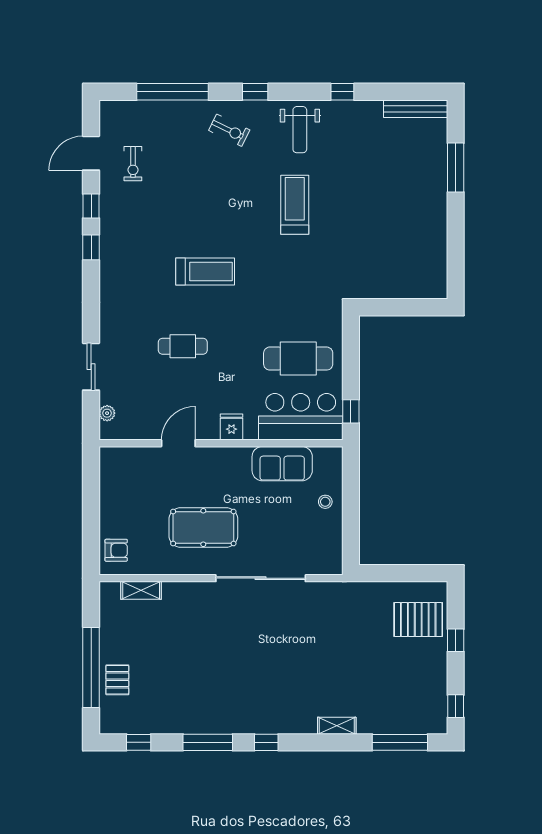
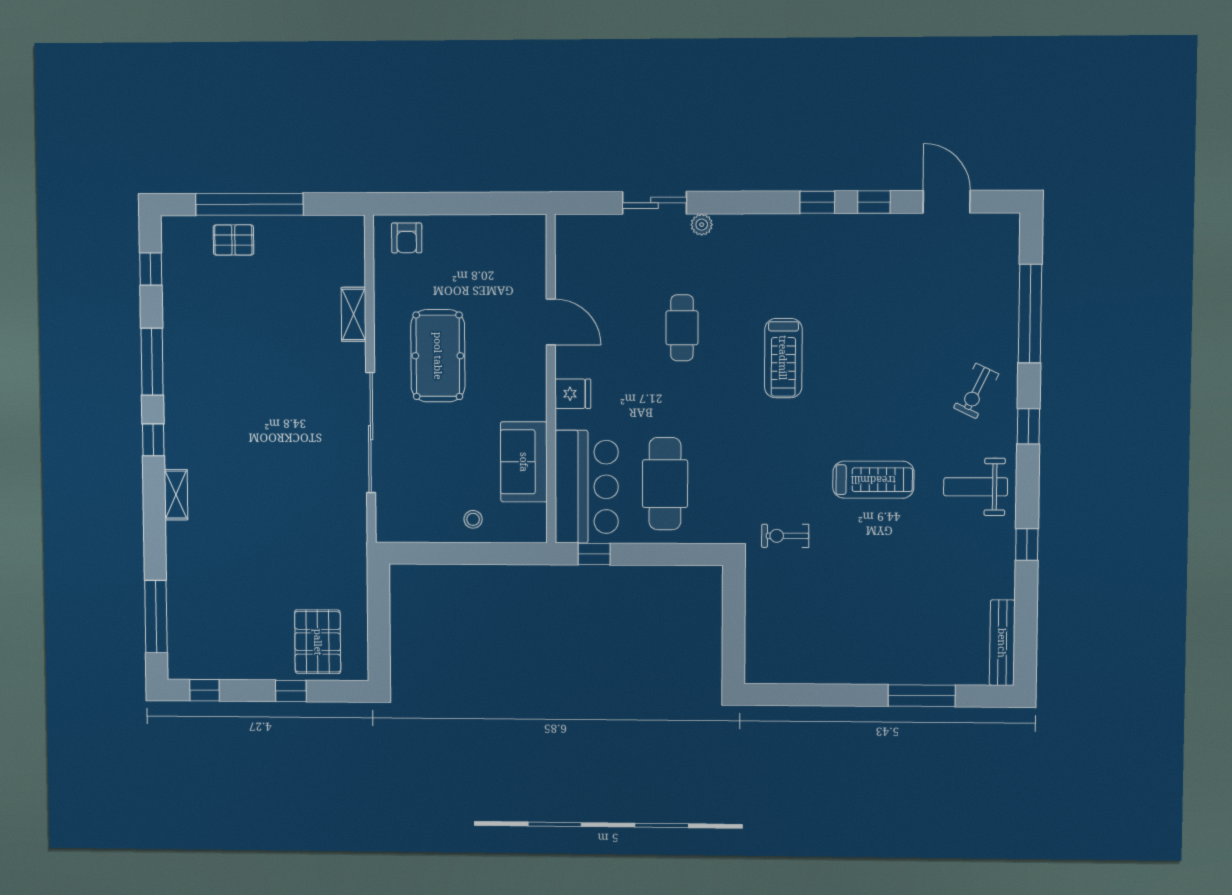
exercise bike: (133, 164) -> (785, 536), moved
plant: (107, 413) -> (702, 225), moved
shelving: (141, 590) -> (354, 314), moved
shelving: (337, 726) -> (176, 495), moved

